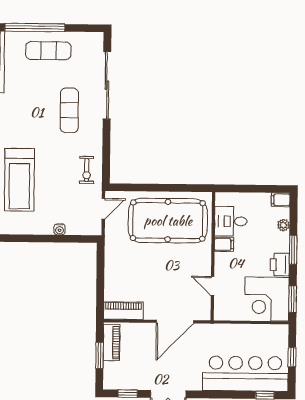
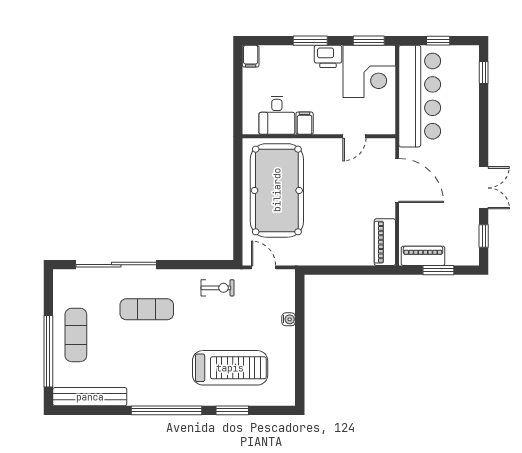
plant: (283, 225) -> (281, 53), removed
bar counter: (245, 374) -> (420, 96), moved, turned 180

